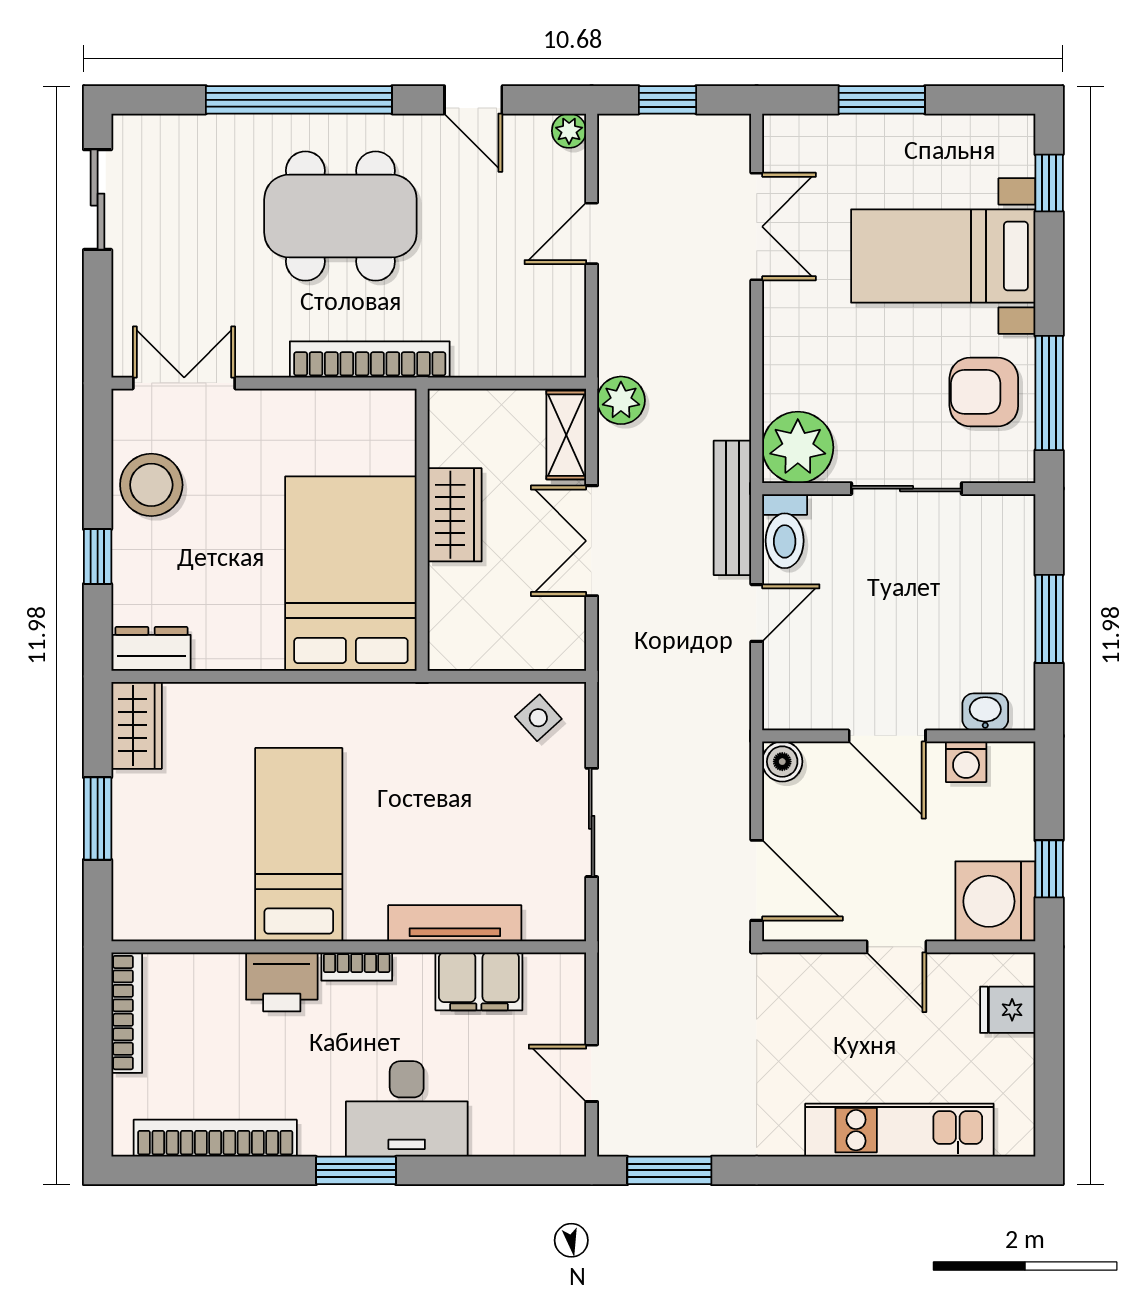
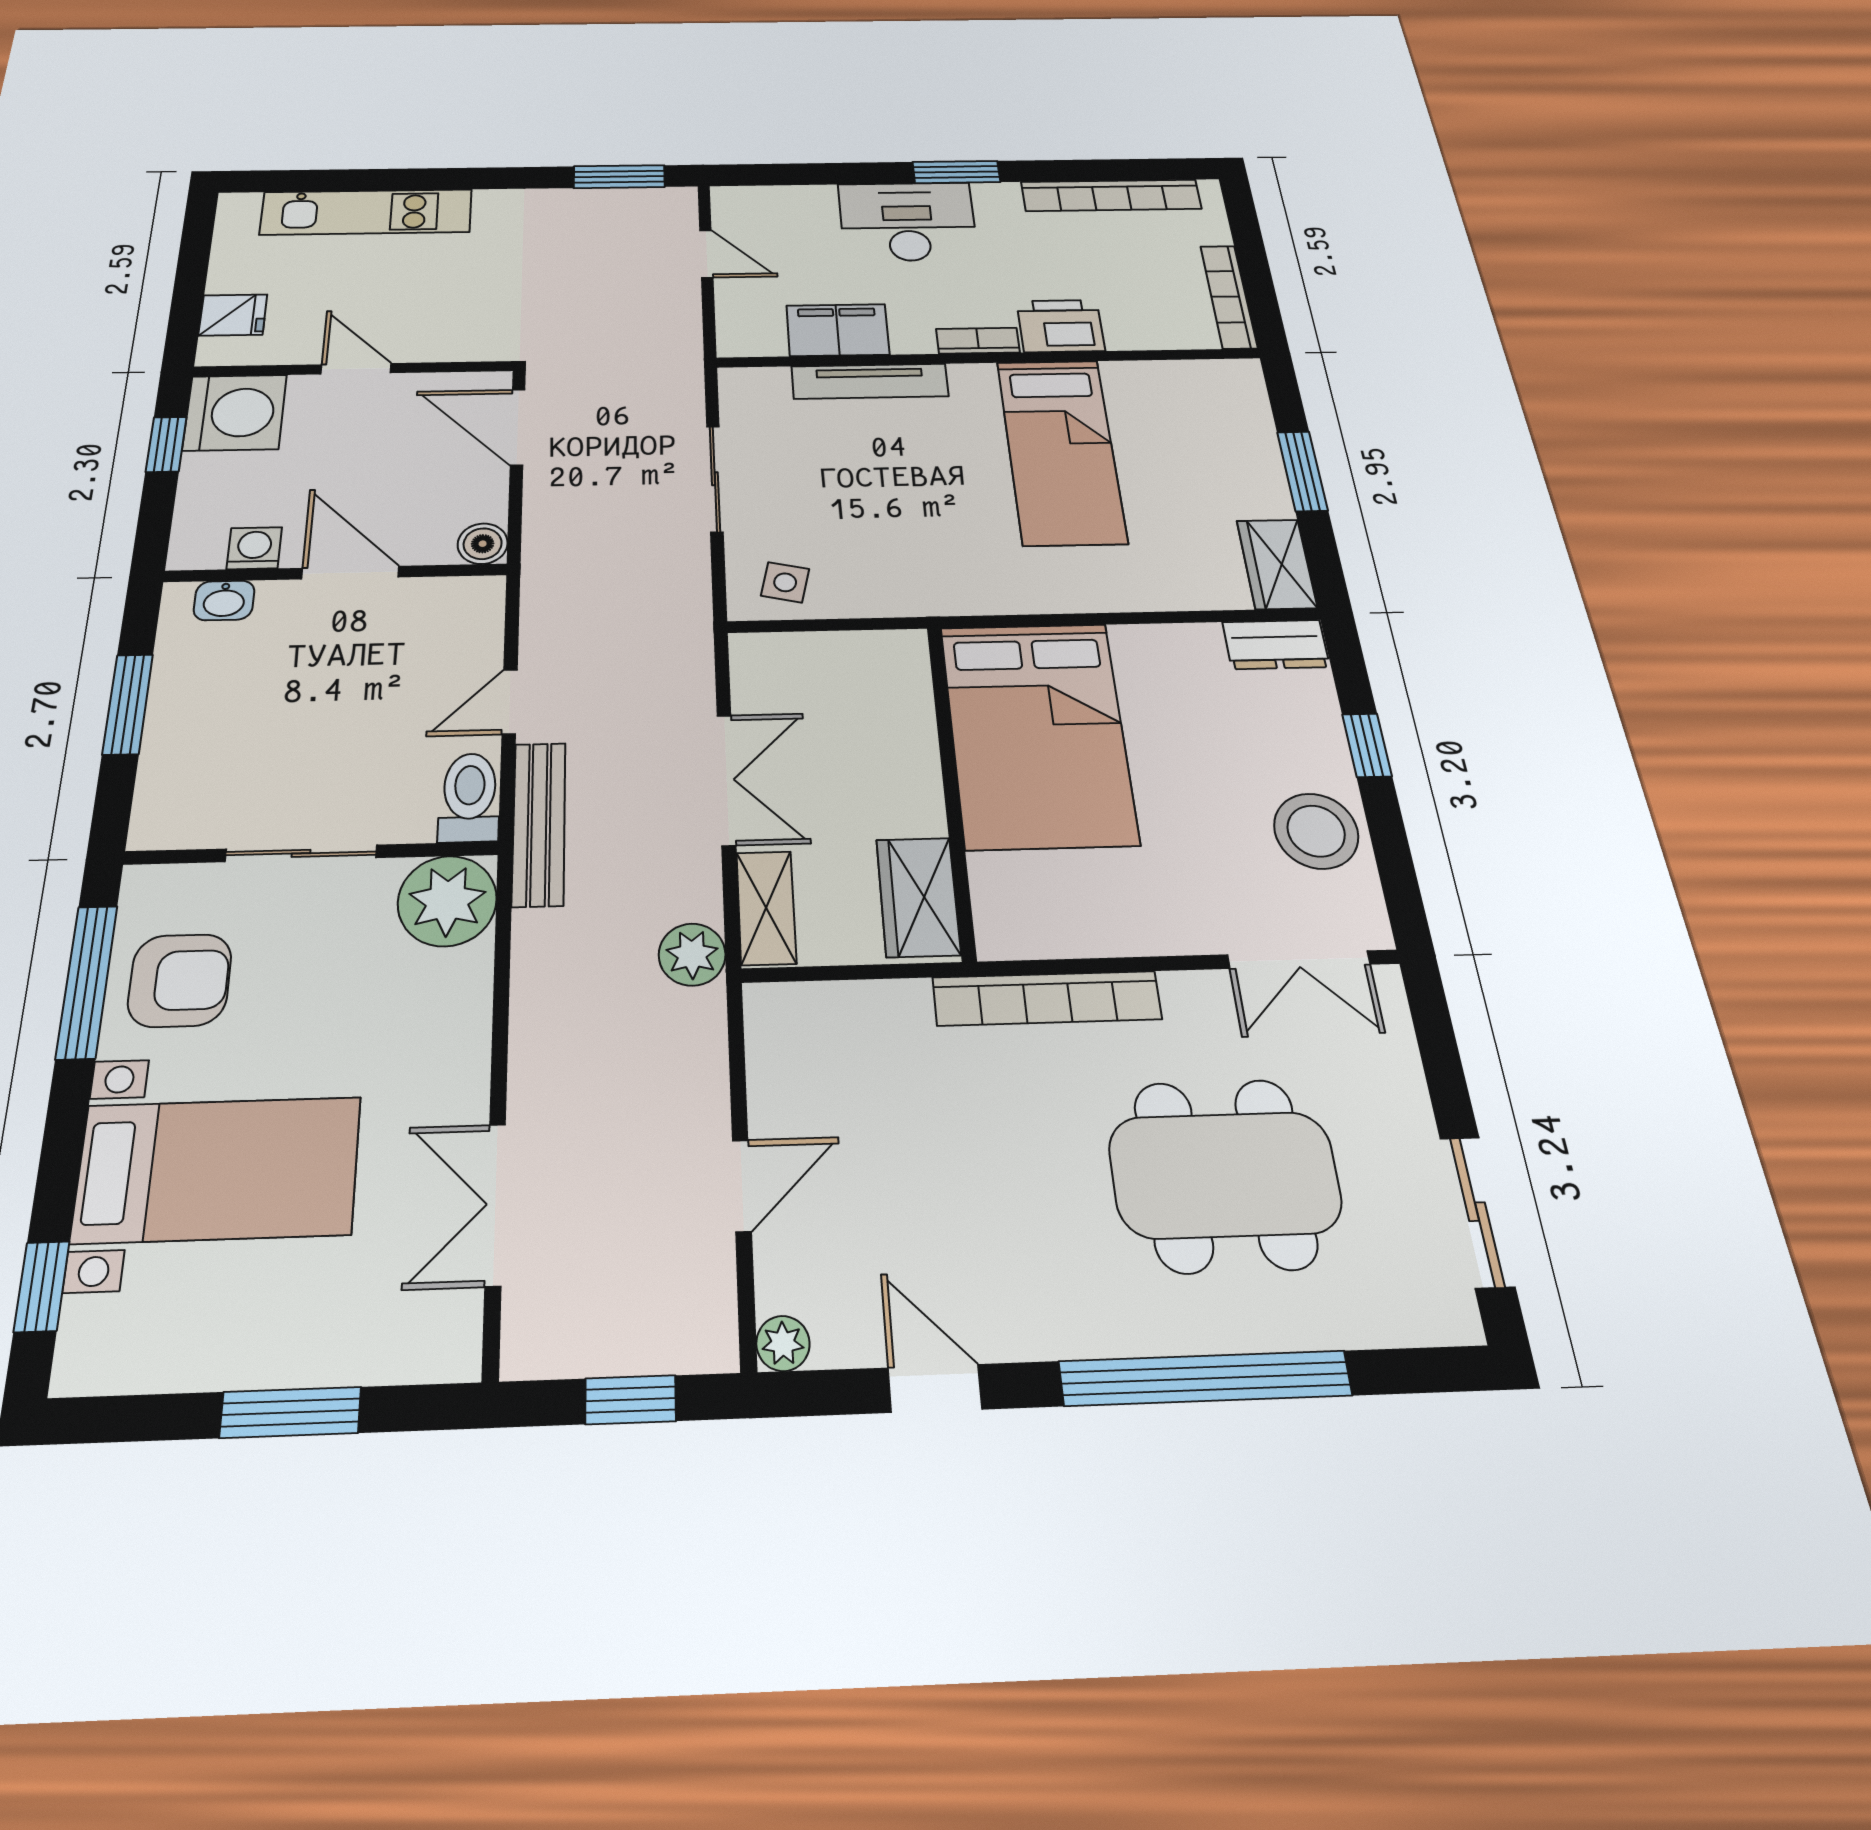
dining table: (340, 216) -> (1225, 1175), moved
wardrobe: (455, 515) -> (918, 897), moved
side table: (538, 718) -> (785, 582), turned -35

